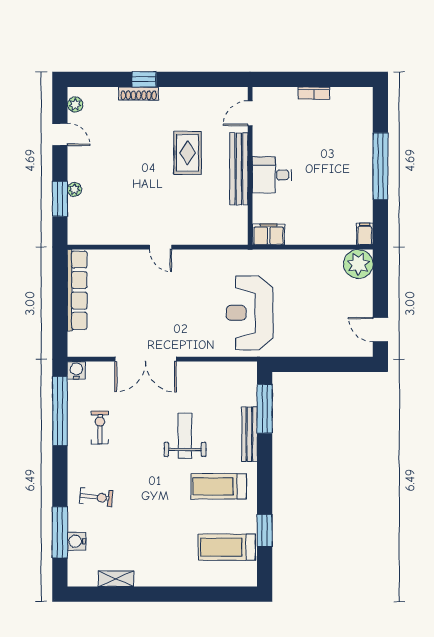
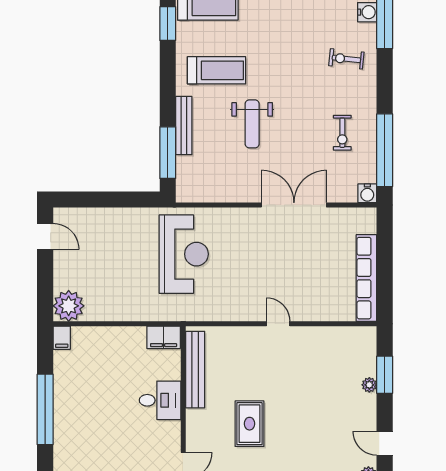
bench: (239, 169) -> (195, 370), moved

